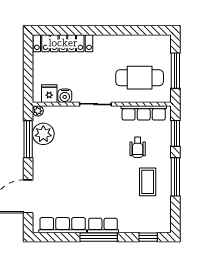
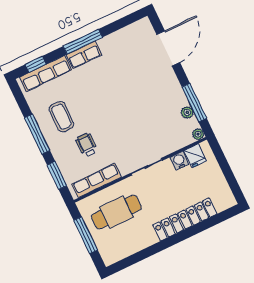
locker: (63, 43) -> (185, 219), moved
plant: (43, 134) -> (187, 112), width x0.53, depth x0.53
row of seats: (63, 225) -> (46, 74), moved

